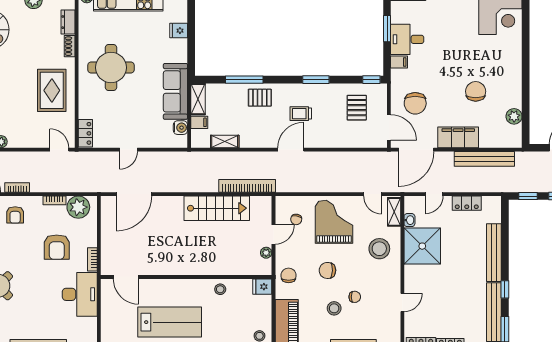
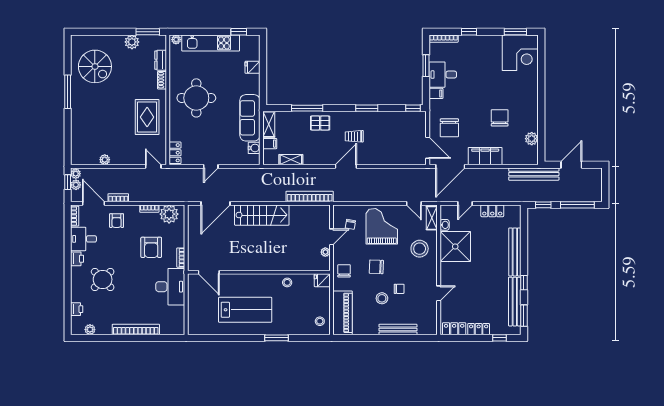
pallet: (357, 108) -> (401, 131), removed
bench: (484, 159) -> (534, 174), moved
stairs: (217, 208) -> (262, 215), moved

